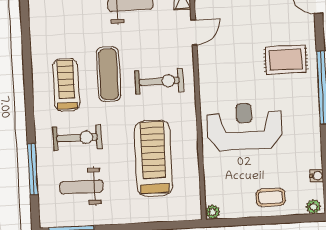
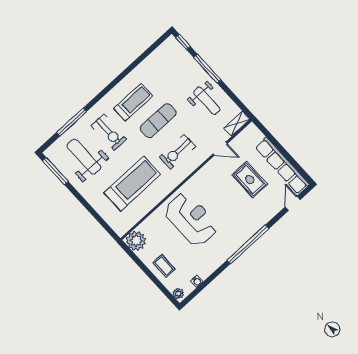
rug: (286, 60) -> (250, 179), moved
exercise bike: (159, 81) -> (177, 152), turned 90
weight bench: (81, 187) -> (84, 157), width x1.36, depth x1.33
plant: (213, 212) -> (136, 241), width x1.87, depth x1.87

